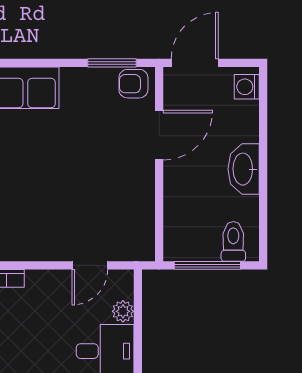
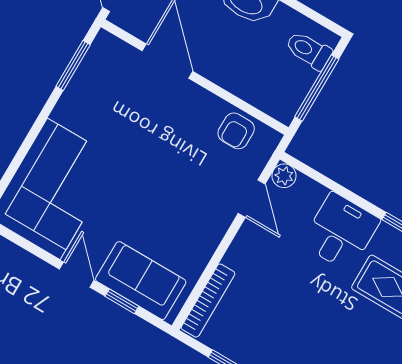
armchair: (133, 84) -> (236, 131), moved
plant: (123, 311) -> (284, 176), moved

